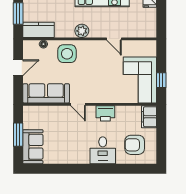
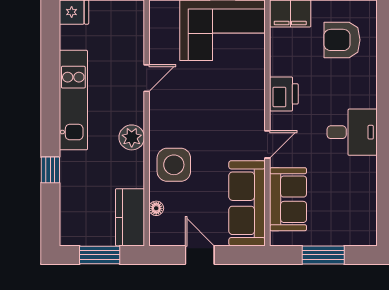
armchair: (135, 145) -> (342, 40), turned 90
sofa: (33, 147) -> (288, 199), moved, turned 90
desk: (103, 150) -> (352, 132), moved

